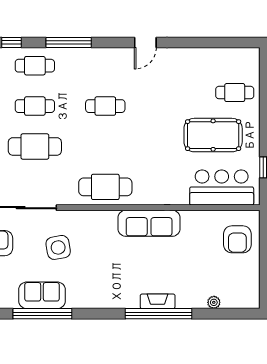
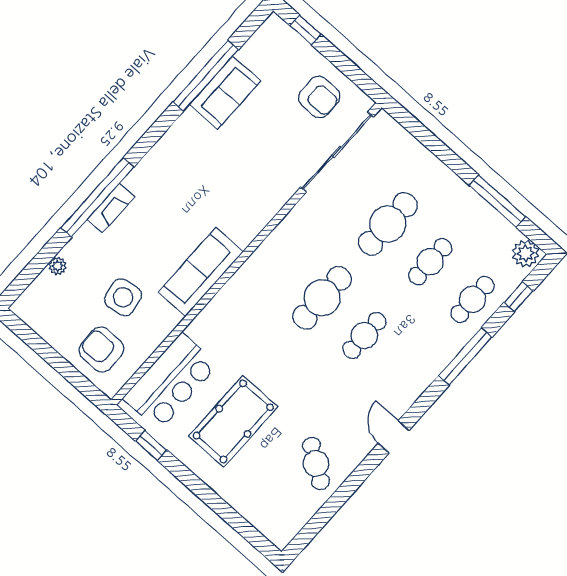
cafe table: (235, 93) -> (316, 463), moved, turned -56
cafe table: (105, 187) -> (322, 298), moved
side table: (58, 247) -> (123, 297), moved

